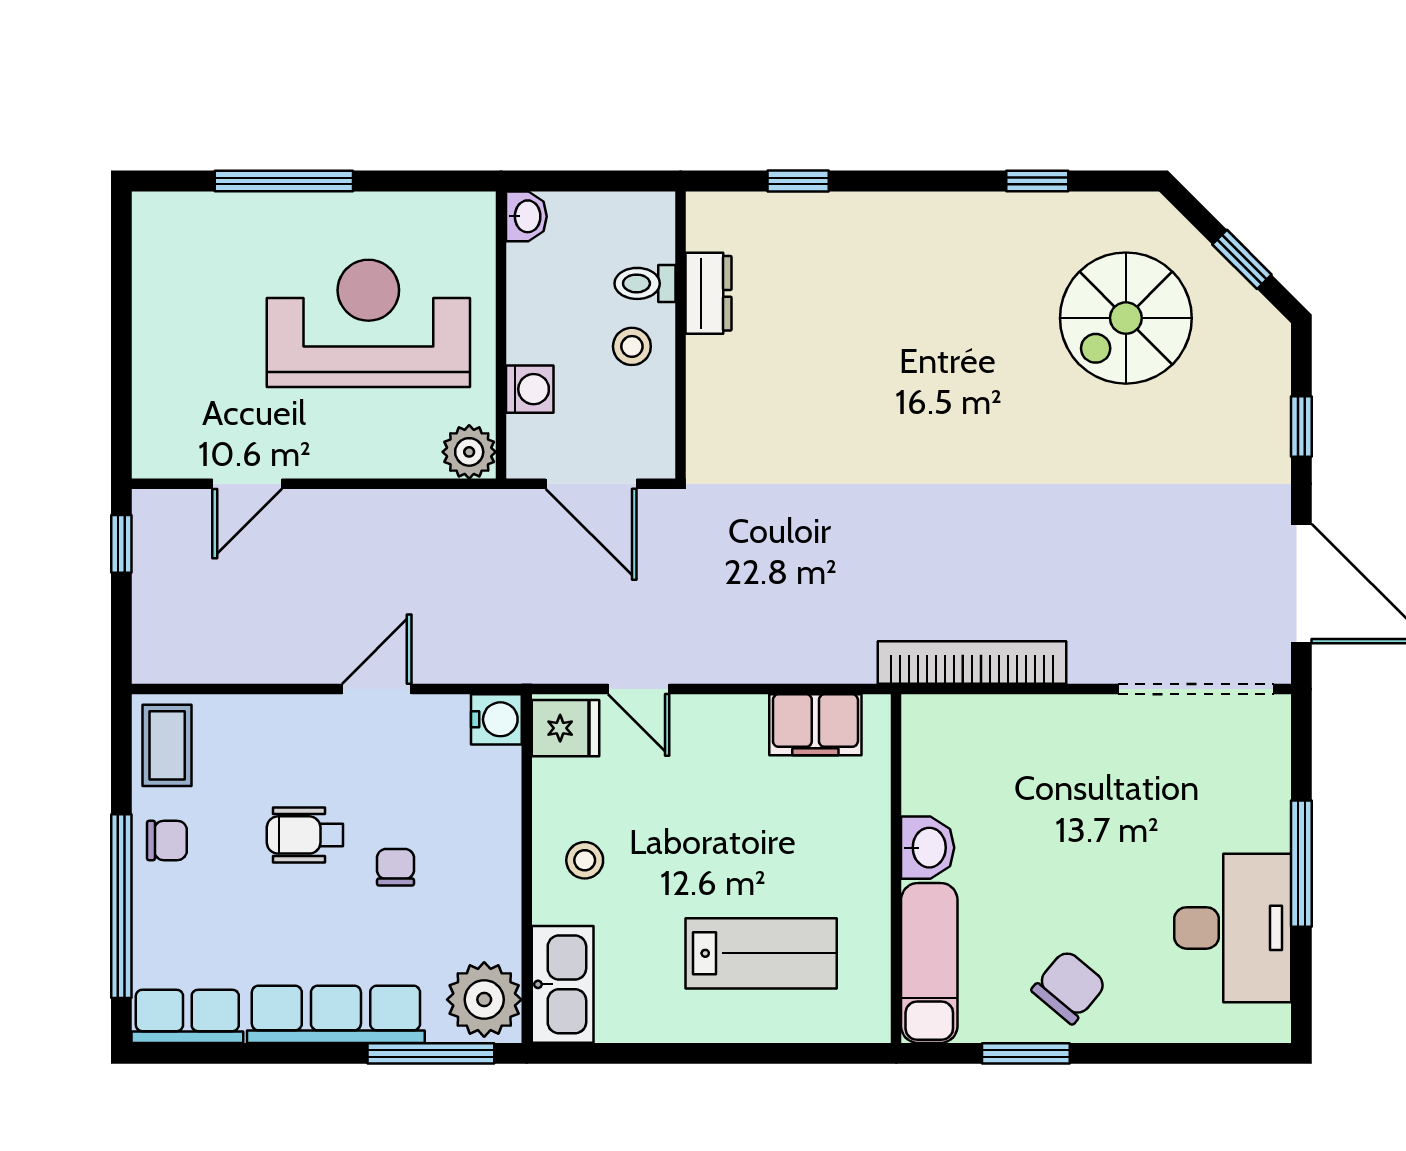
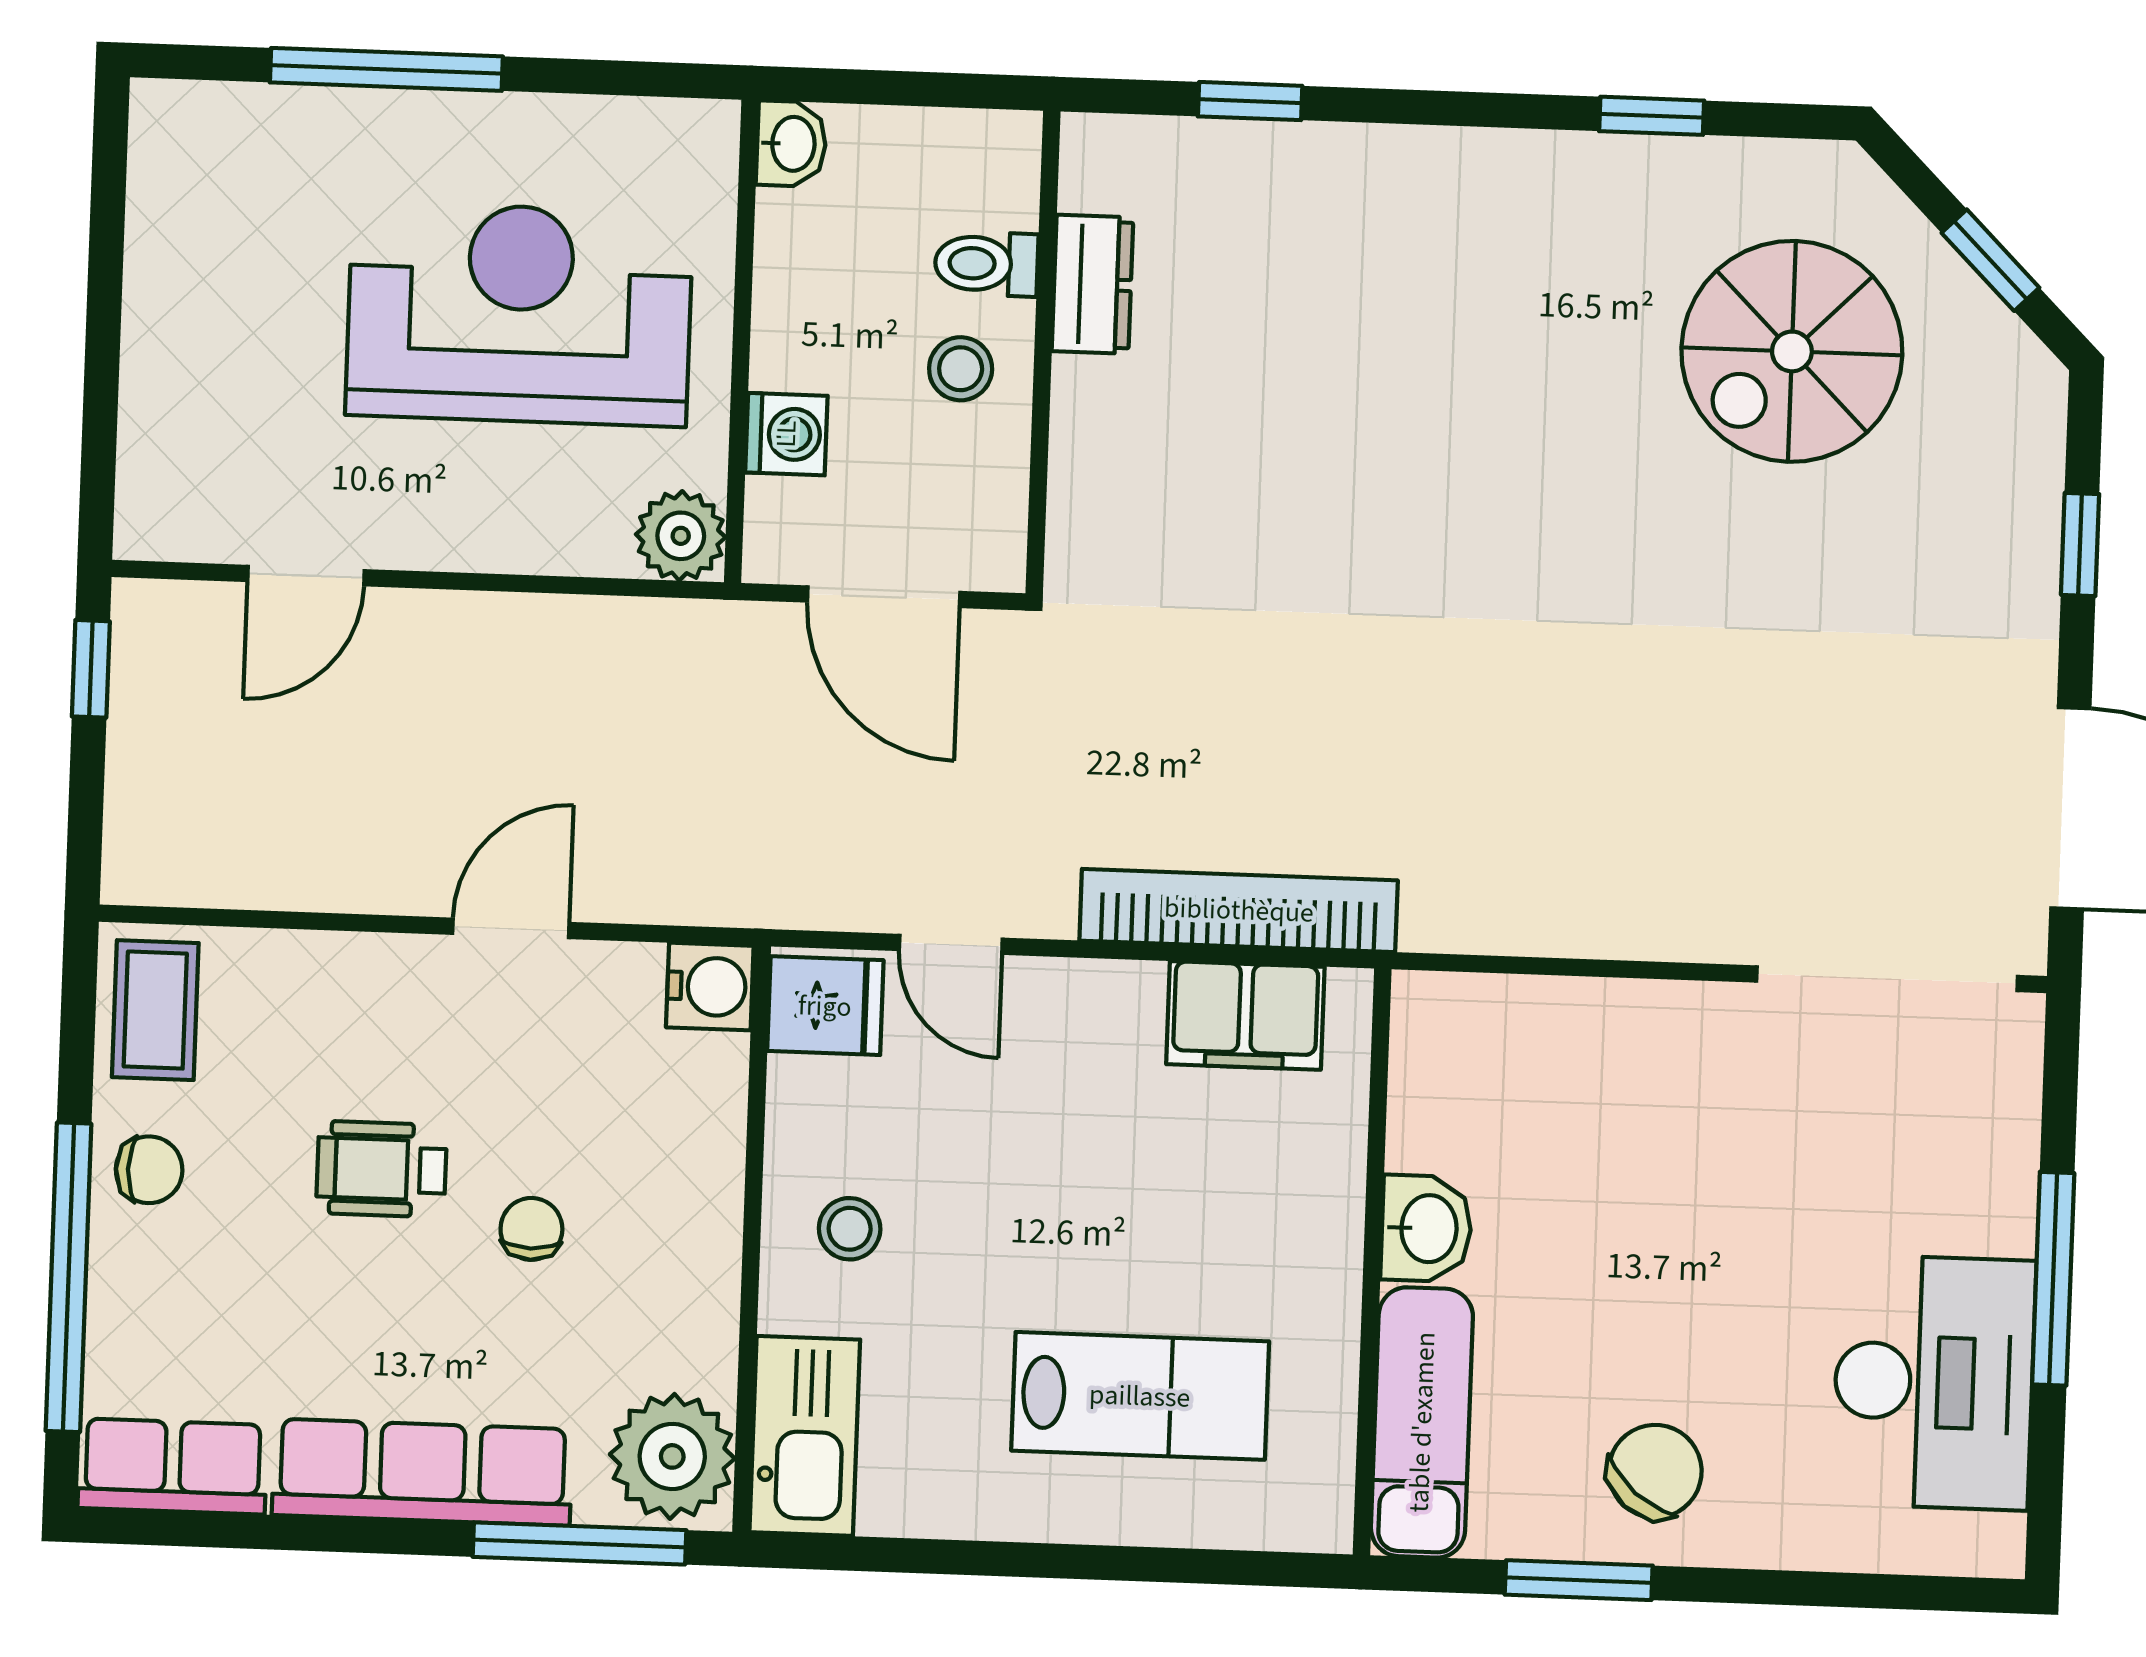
bookcase: (972, 663) -> (1239, 910), moved

